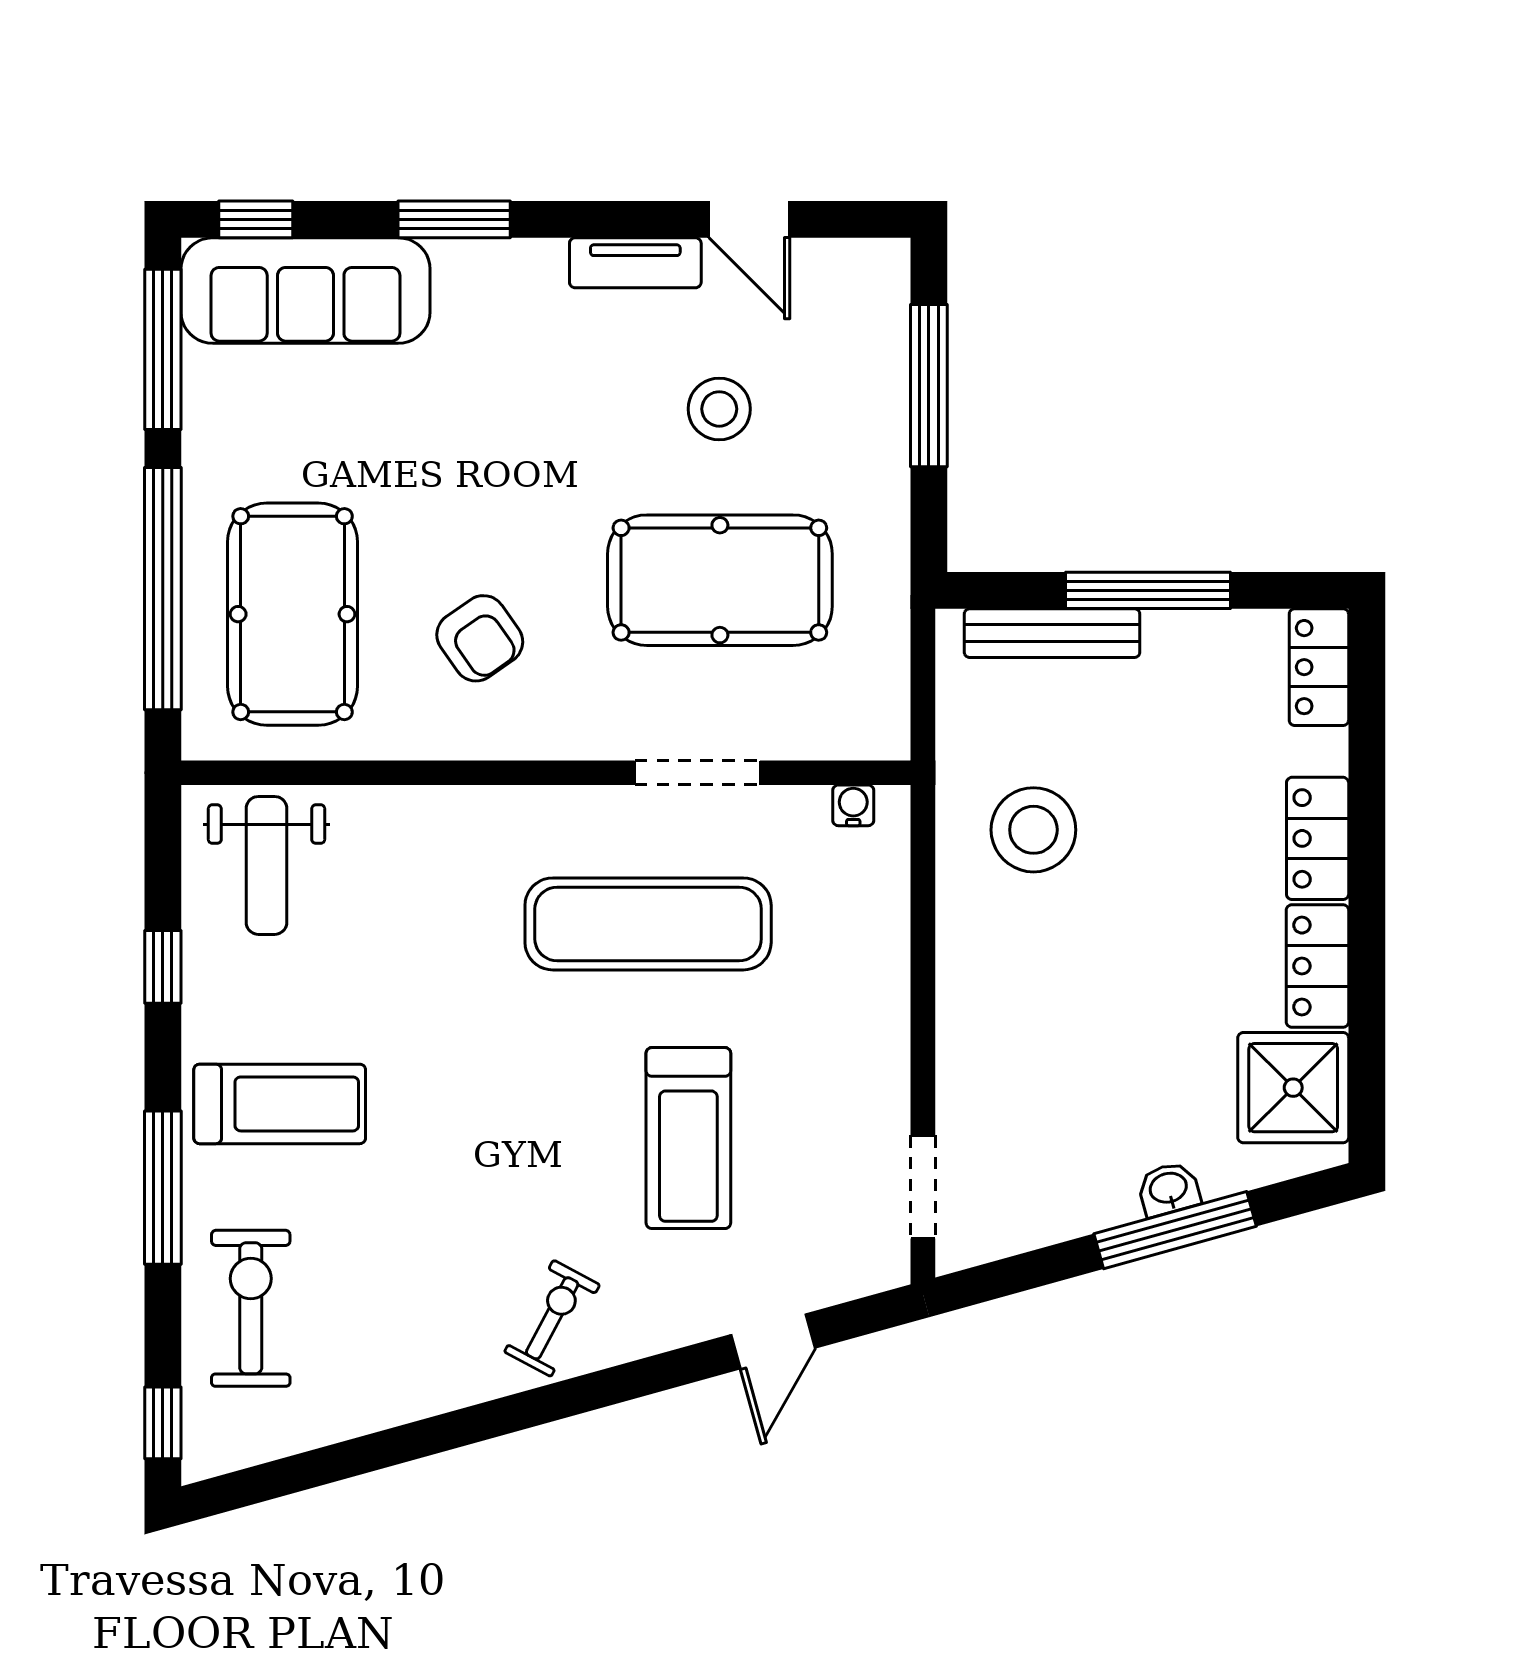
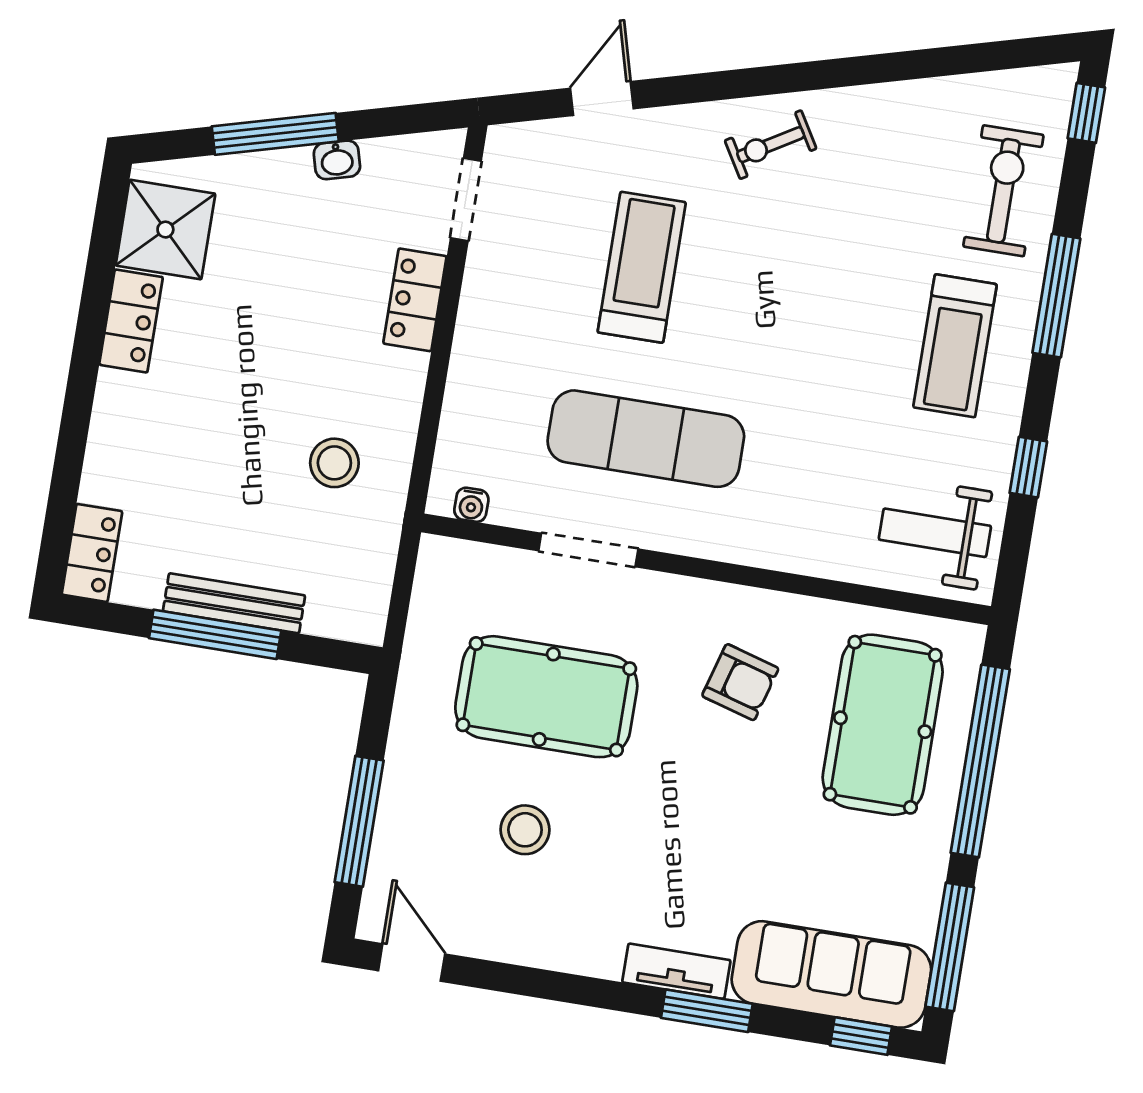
door: (749, 219) -> (412, 962), moved
tv unit: (635, 263) -> (676, 971), moved
bench: (1052, 633) -> (234, 603), moved
armchair: (480, 638) -> (740, 682), turned 141
stool: (1033, 830) -> (334, 463), width x0.73, depth x0.73
locker: (1318, 838) -> (415, 300), moved, turned 180
weight bench: (267, 865) -> (935, 533), turned -90
treadmill: (280, 1104) -> (955, 346), turned -90
washbasin: (1169, 1189) -> (337, 160), moved
exercise bike: (251, 1308) -> (1003, 191), turned 180
exercise bike: (552, 1318) -> (771, 145), turned 31

